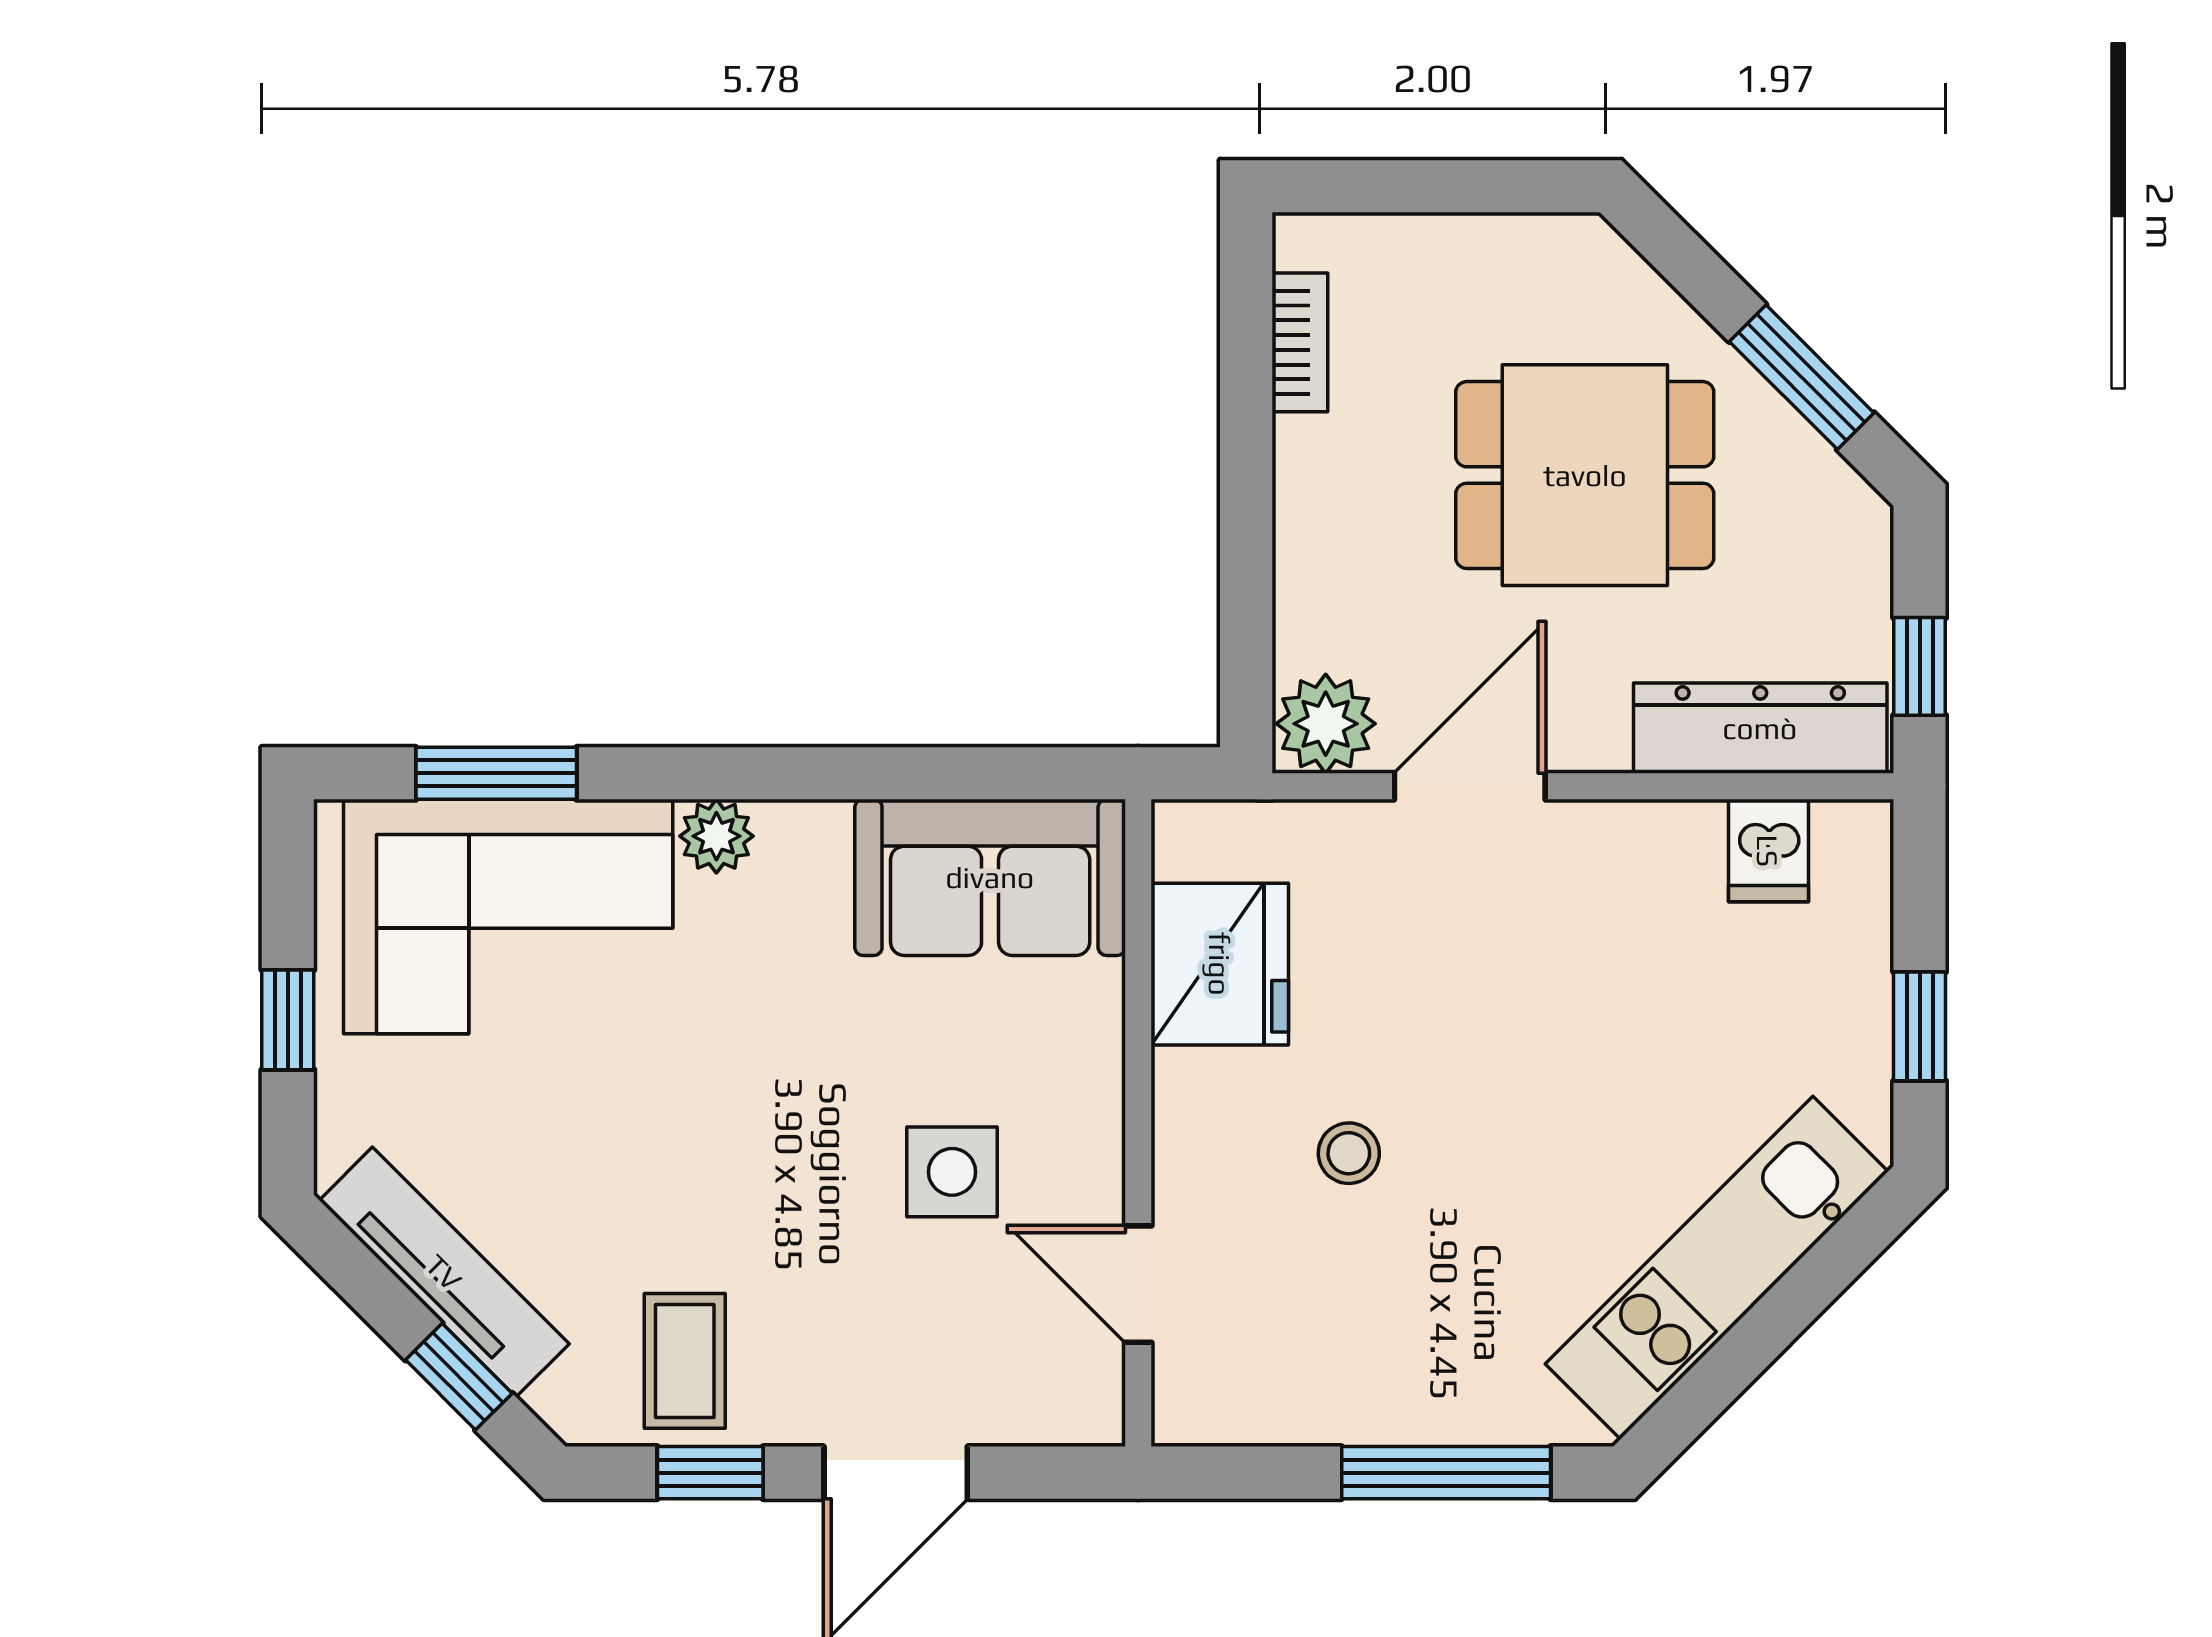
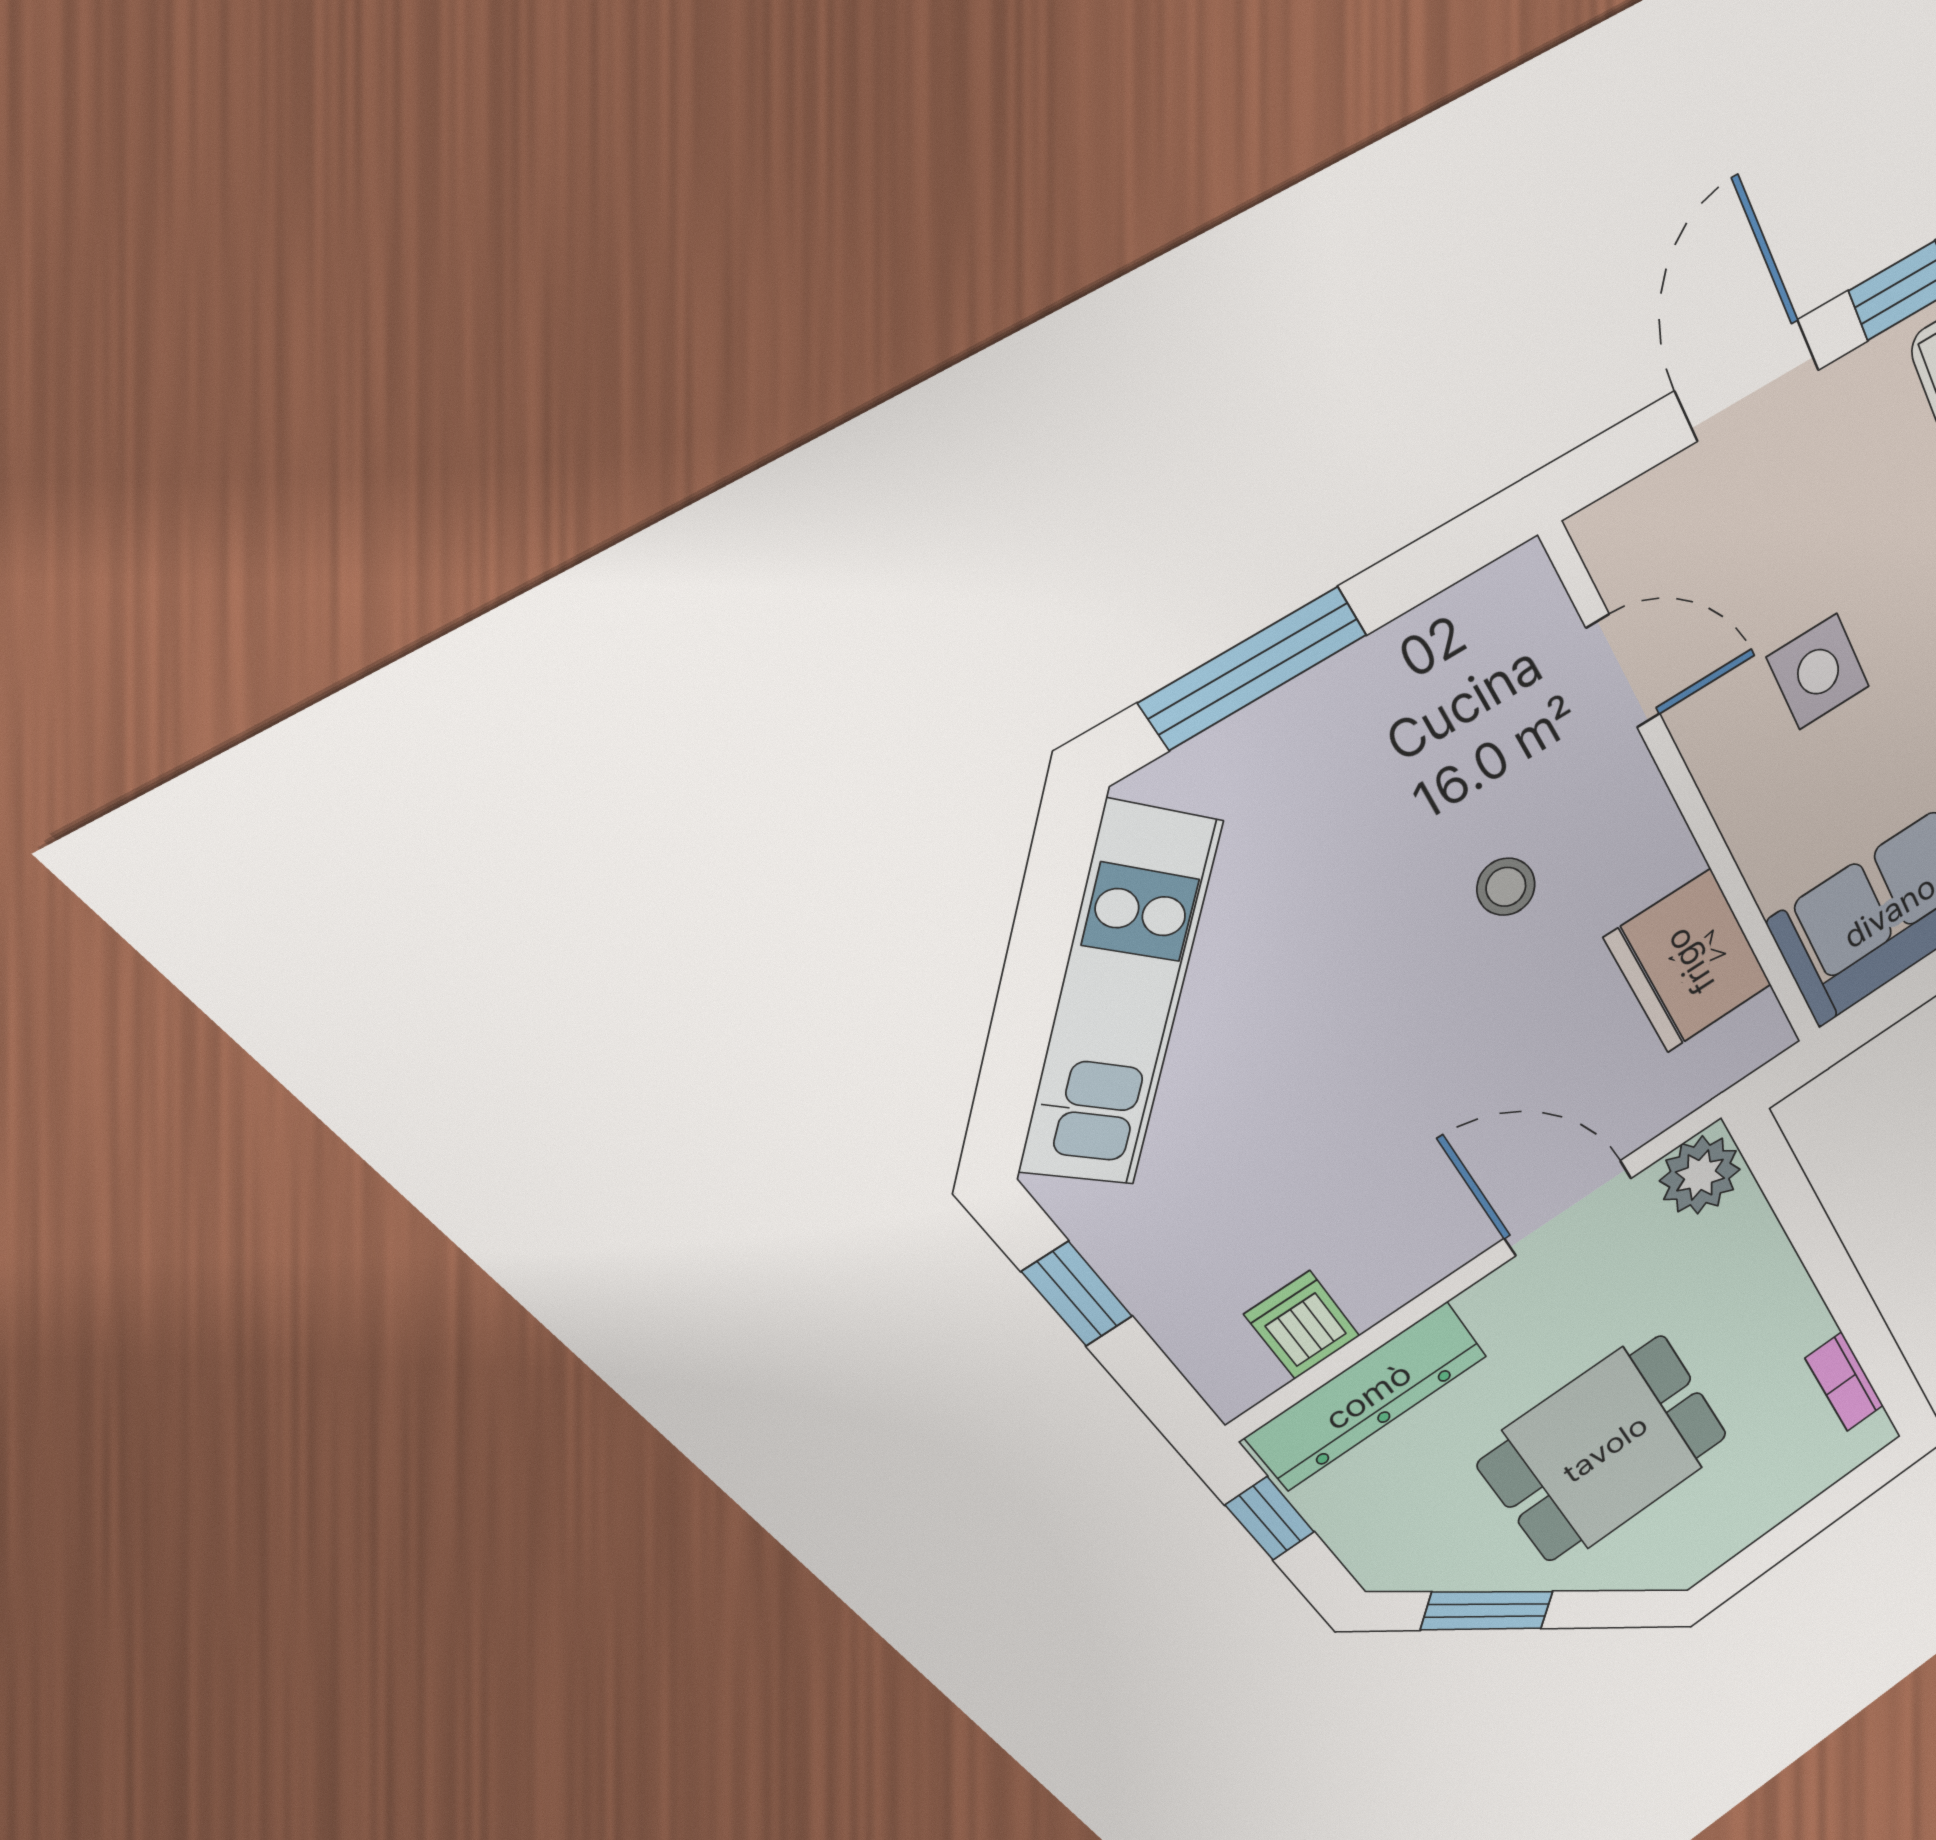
door: (1470, 786) -> (1568, 1208), swing flipped

